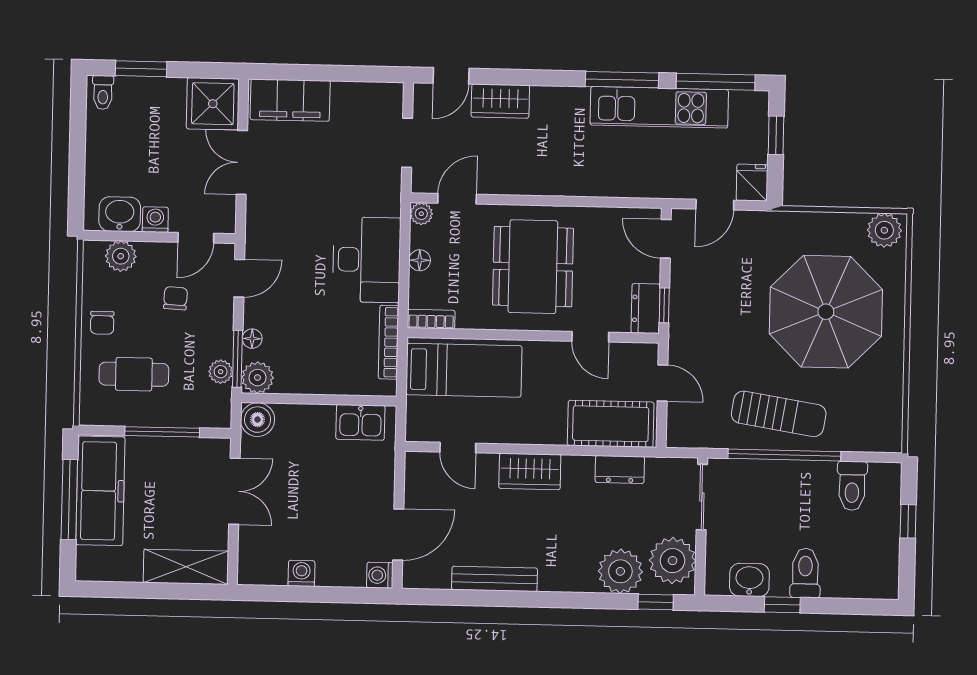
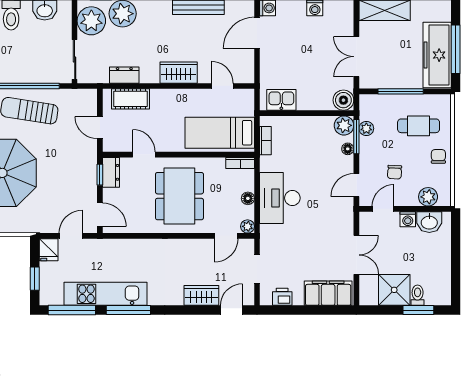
toilet: (103, 92) -> (418, 295), moved
printer: (366, 96) -> (282, 297), added
shower: (213, 104) -> (394, 290), moved
bookcase: (389, 342) -> (265, 141), width x0.64
cot: (611, 424) -> (130, 99), width x0.73, depth x0.75

